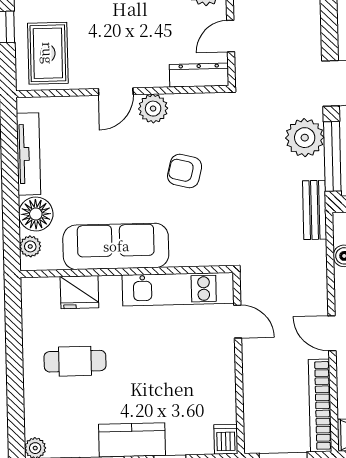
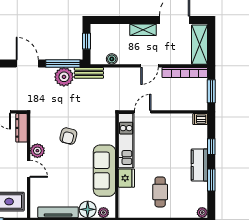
plant: (305, 138) -> (64, 77), moved
fridge: (79, 292) -> (126, 178), moved

